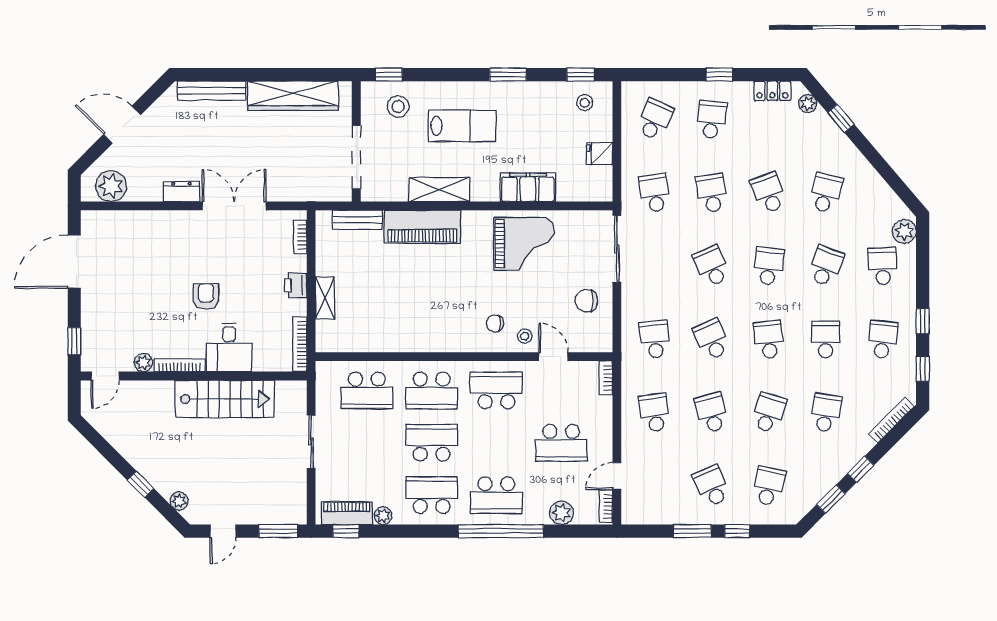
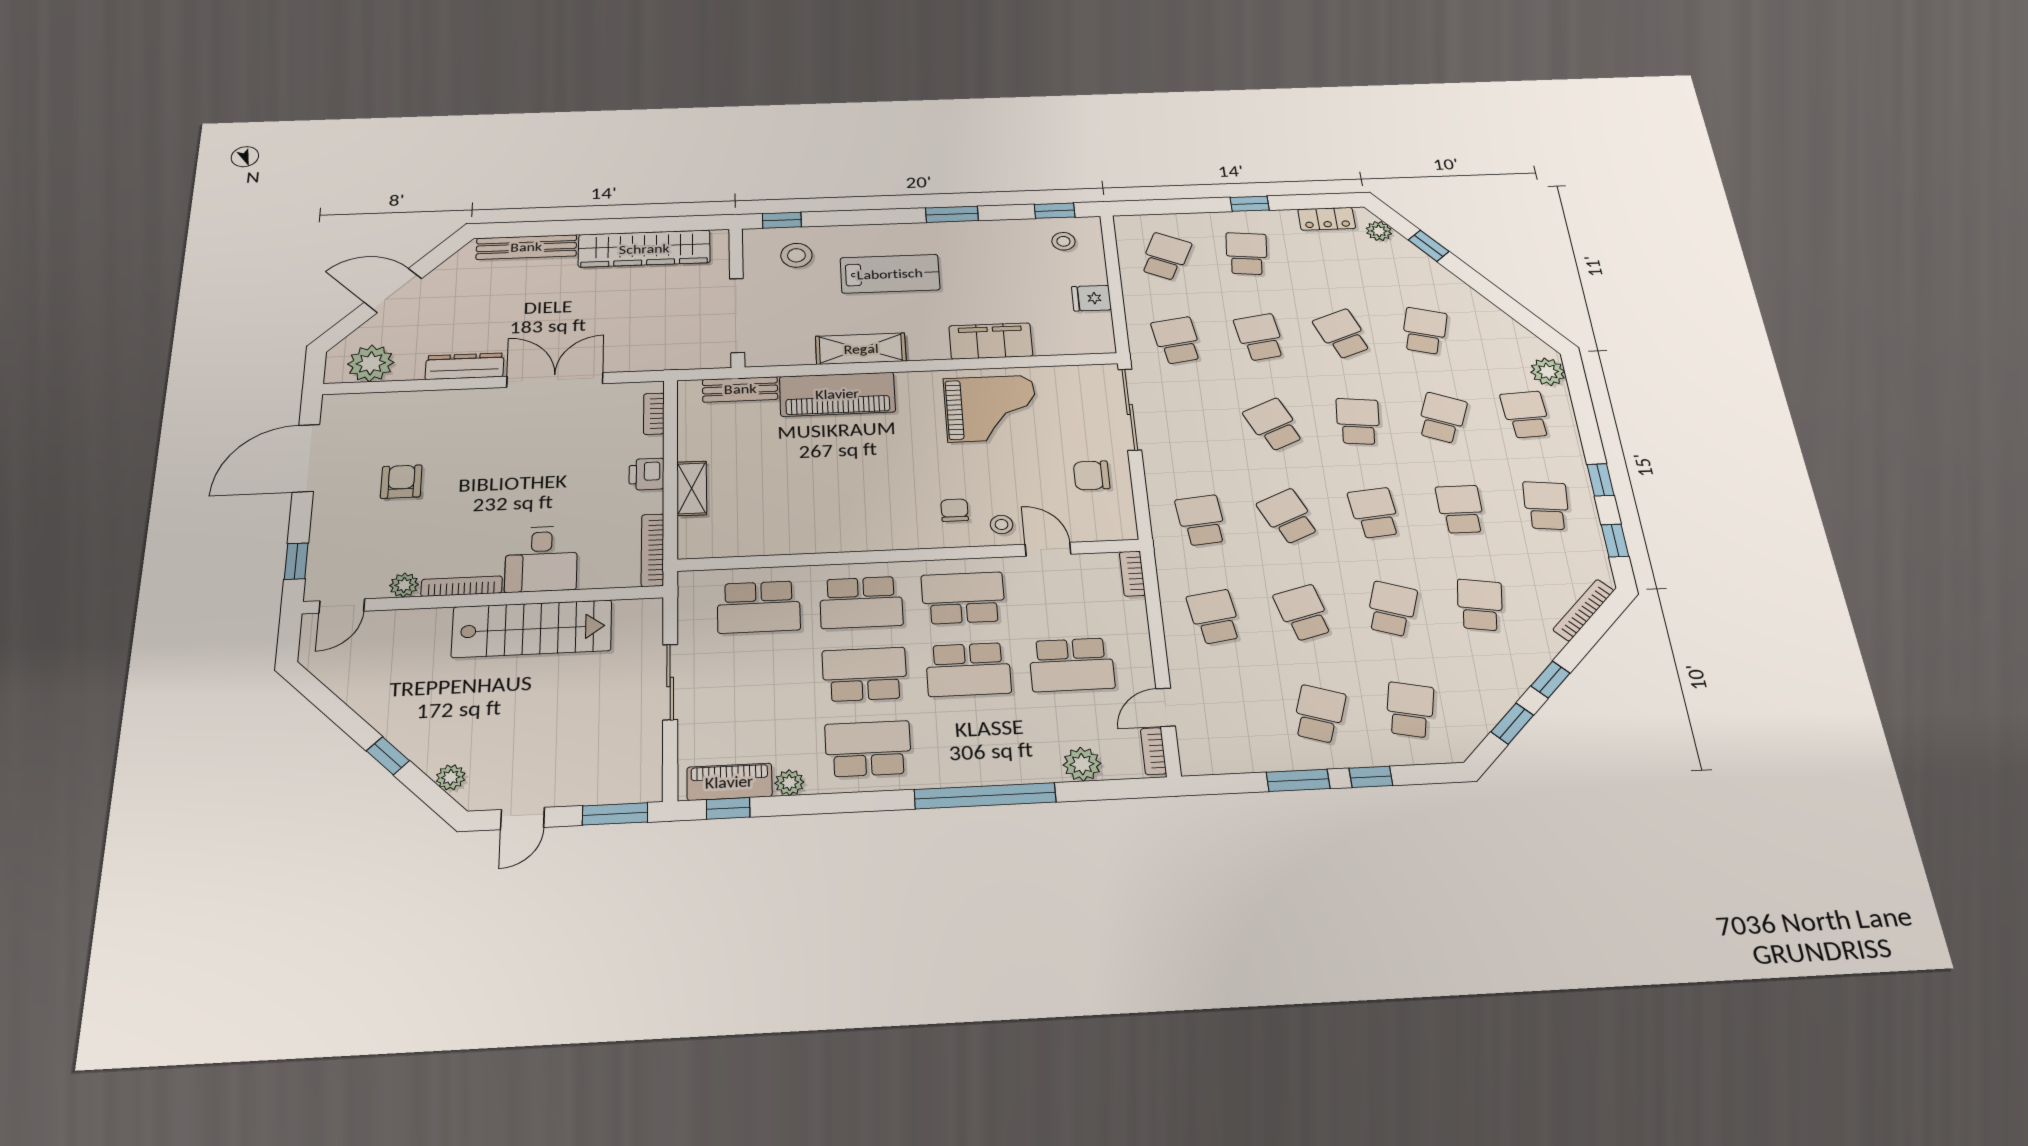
dresser: (181, 192) -> (465, 366), width x1.44
armchair: (206, 296) -> (401, 482), moved
chair: (495, 323) -> (955, 510), turned 90
school desk: (712, 486) -> (1319, 714), turned 42
school desk: (496, 495) -> (968, 669), moved

